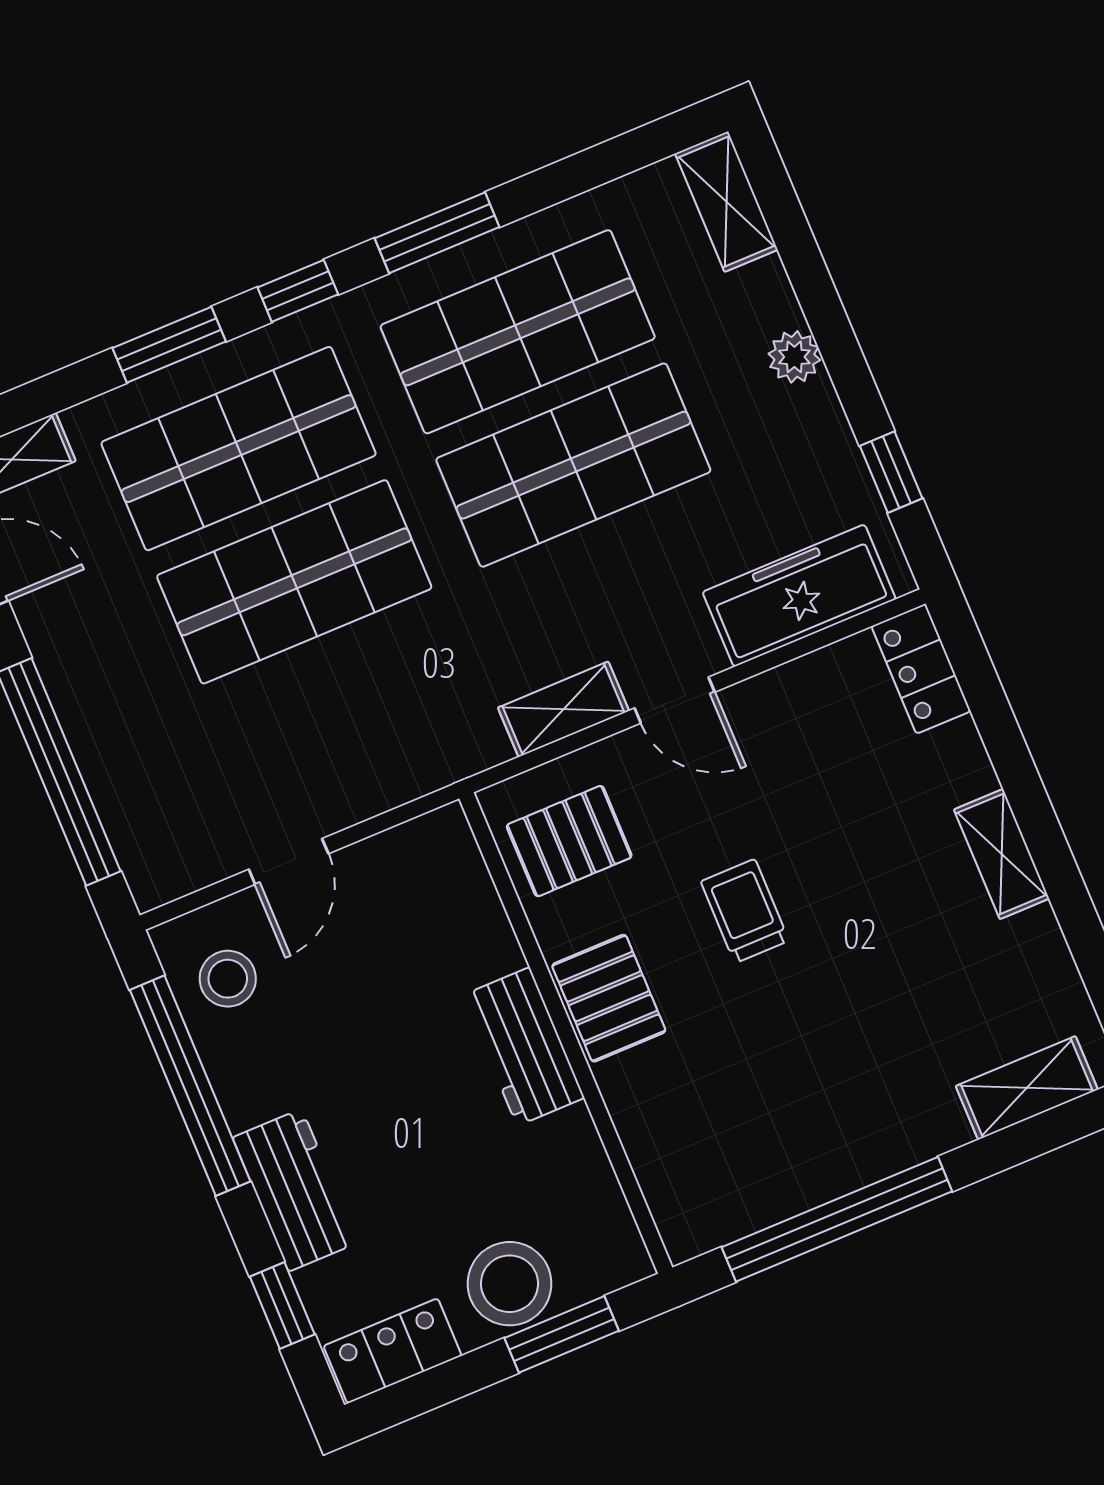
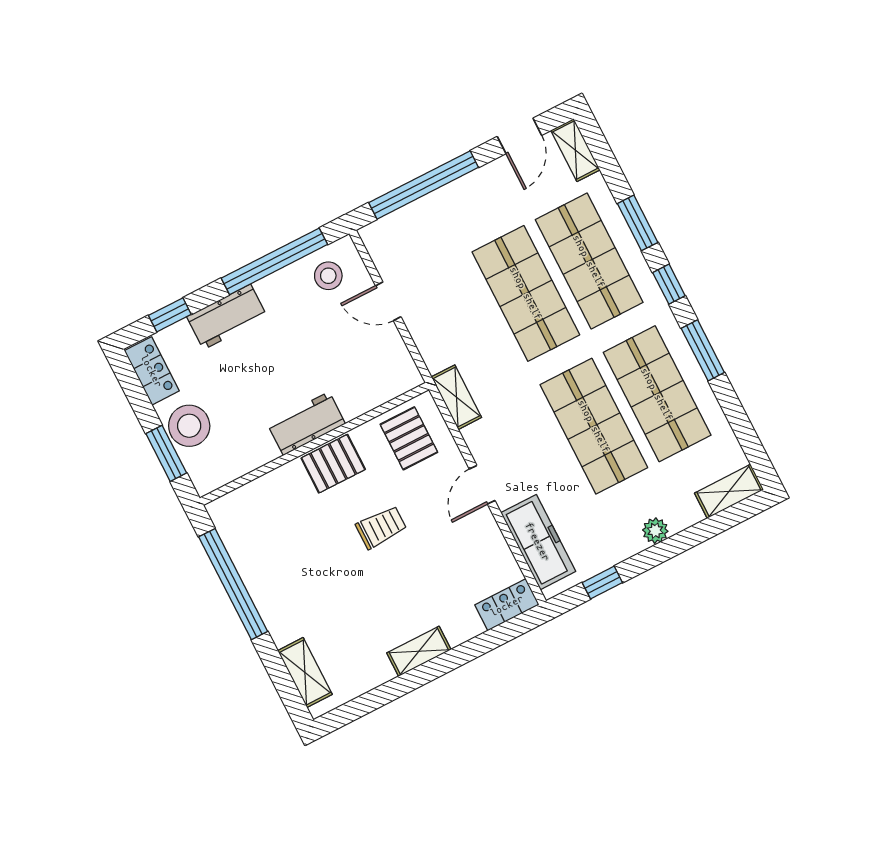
shelving: (563, 709) -> (456, 397), moved

